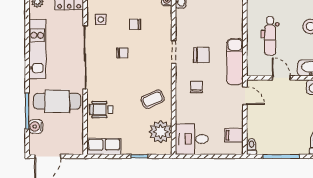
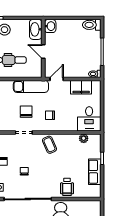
door: (281, 78) -> (43, 52), hinge flipped
coffee table: (153, 99) -> (49, 145), moved
plant: (161, 132) -> (84, 138), width x0.53, depth x0.53
filing cabinet: (234, 135) -> (81, 87), width x2.00
row of seats: (104, 146) -> (95, 172), moved

